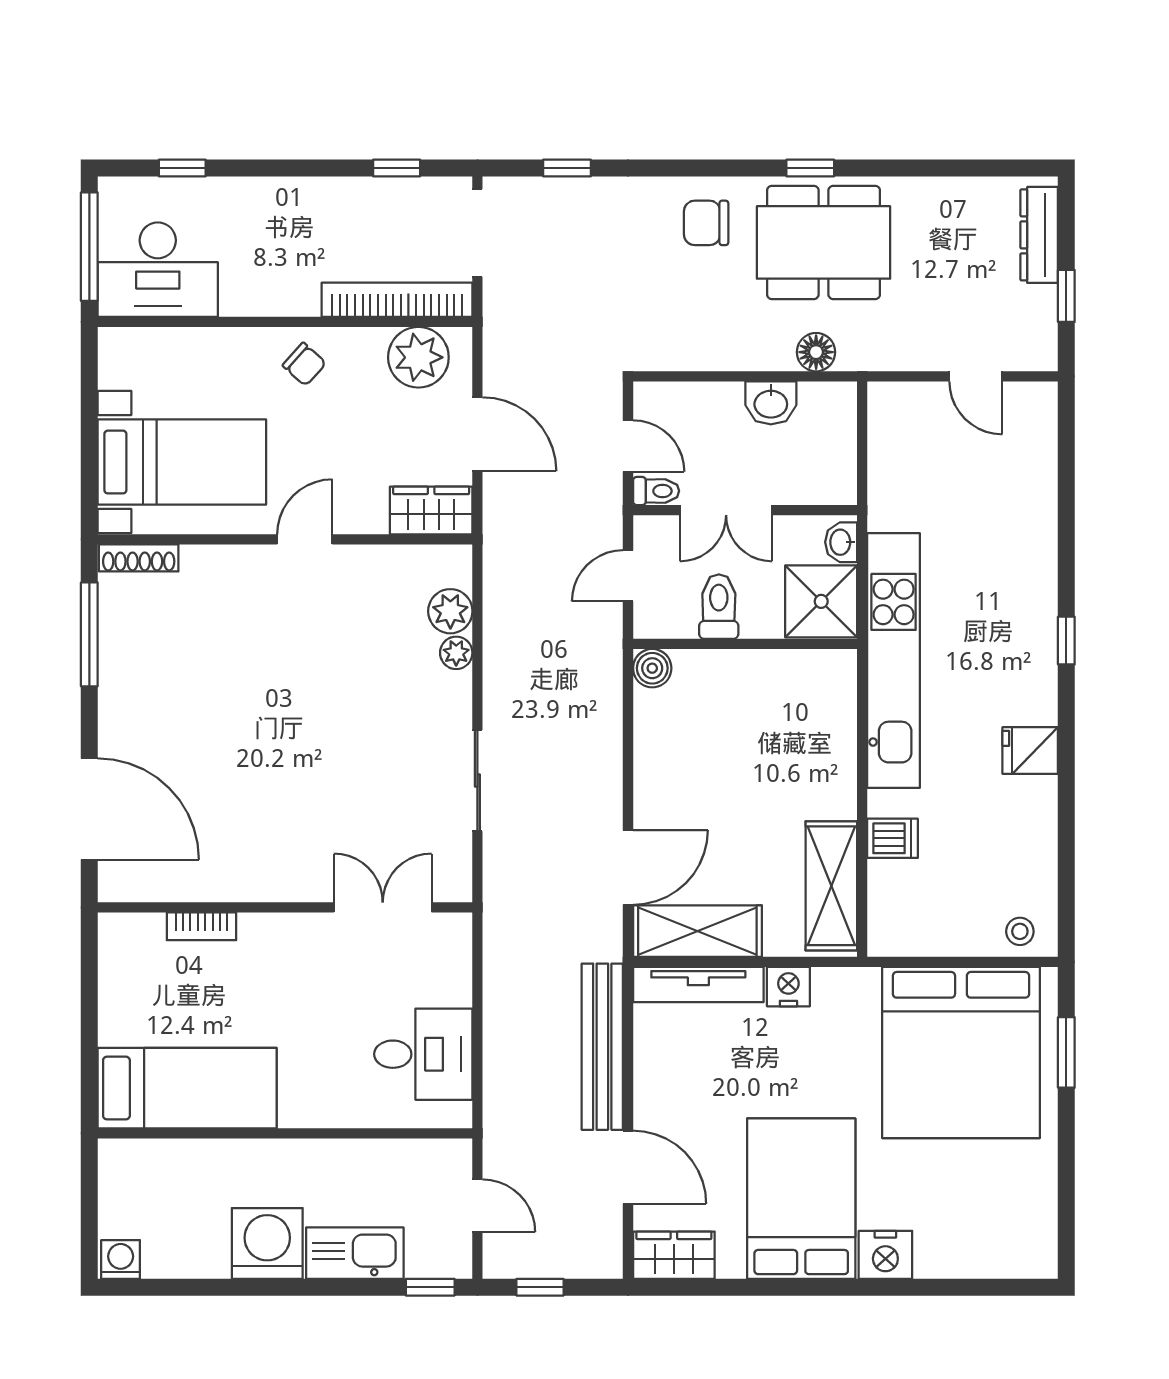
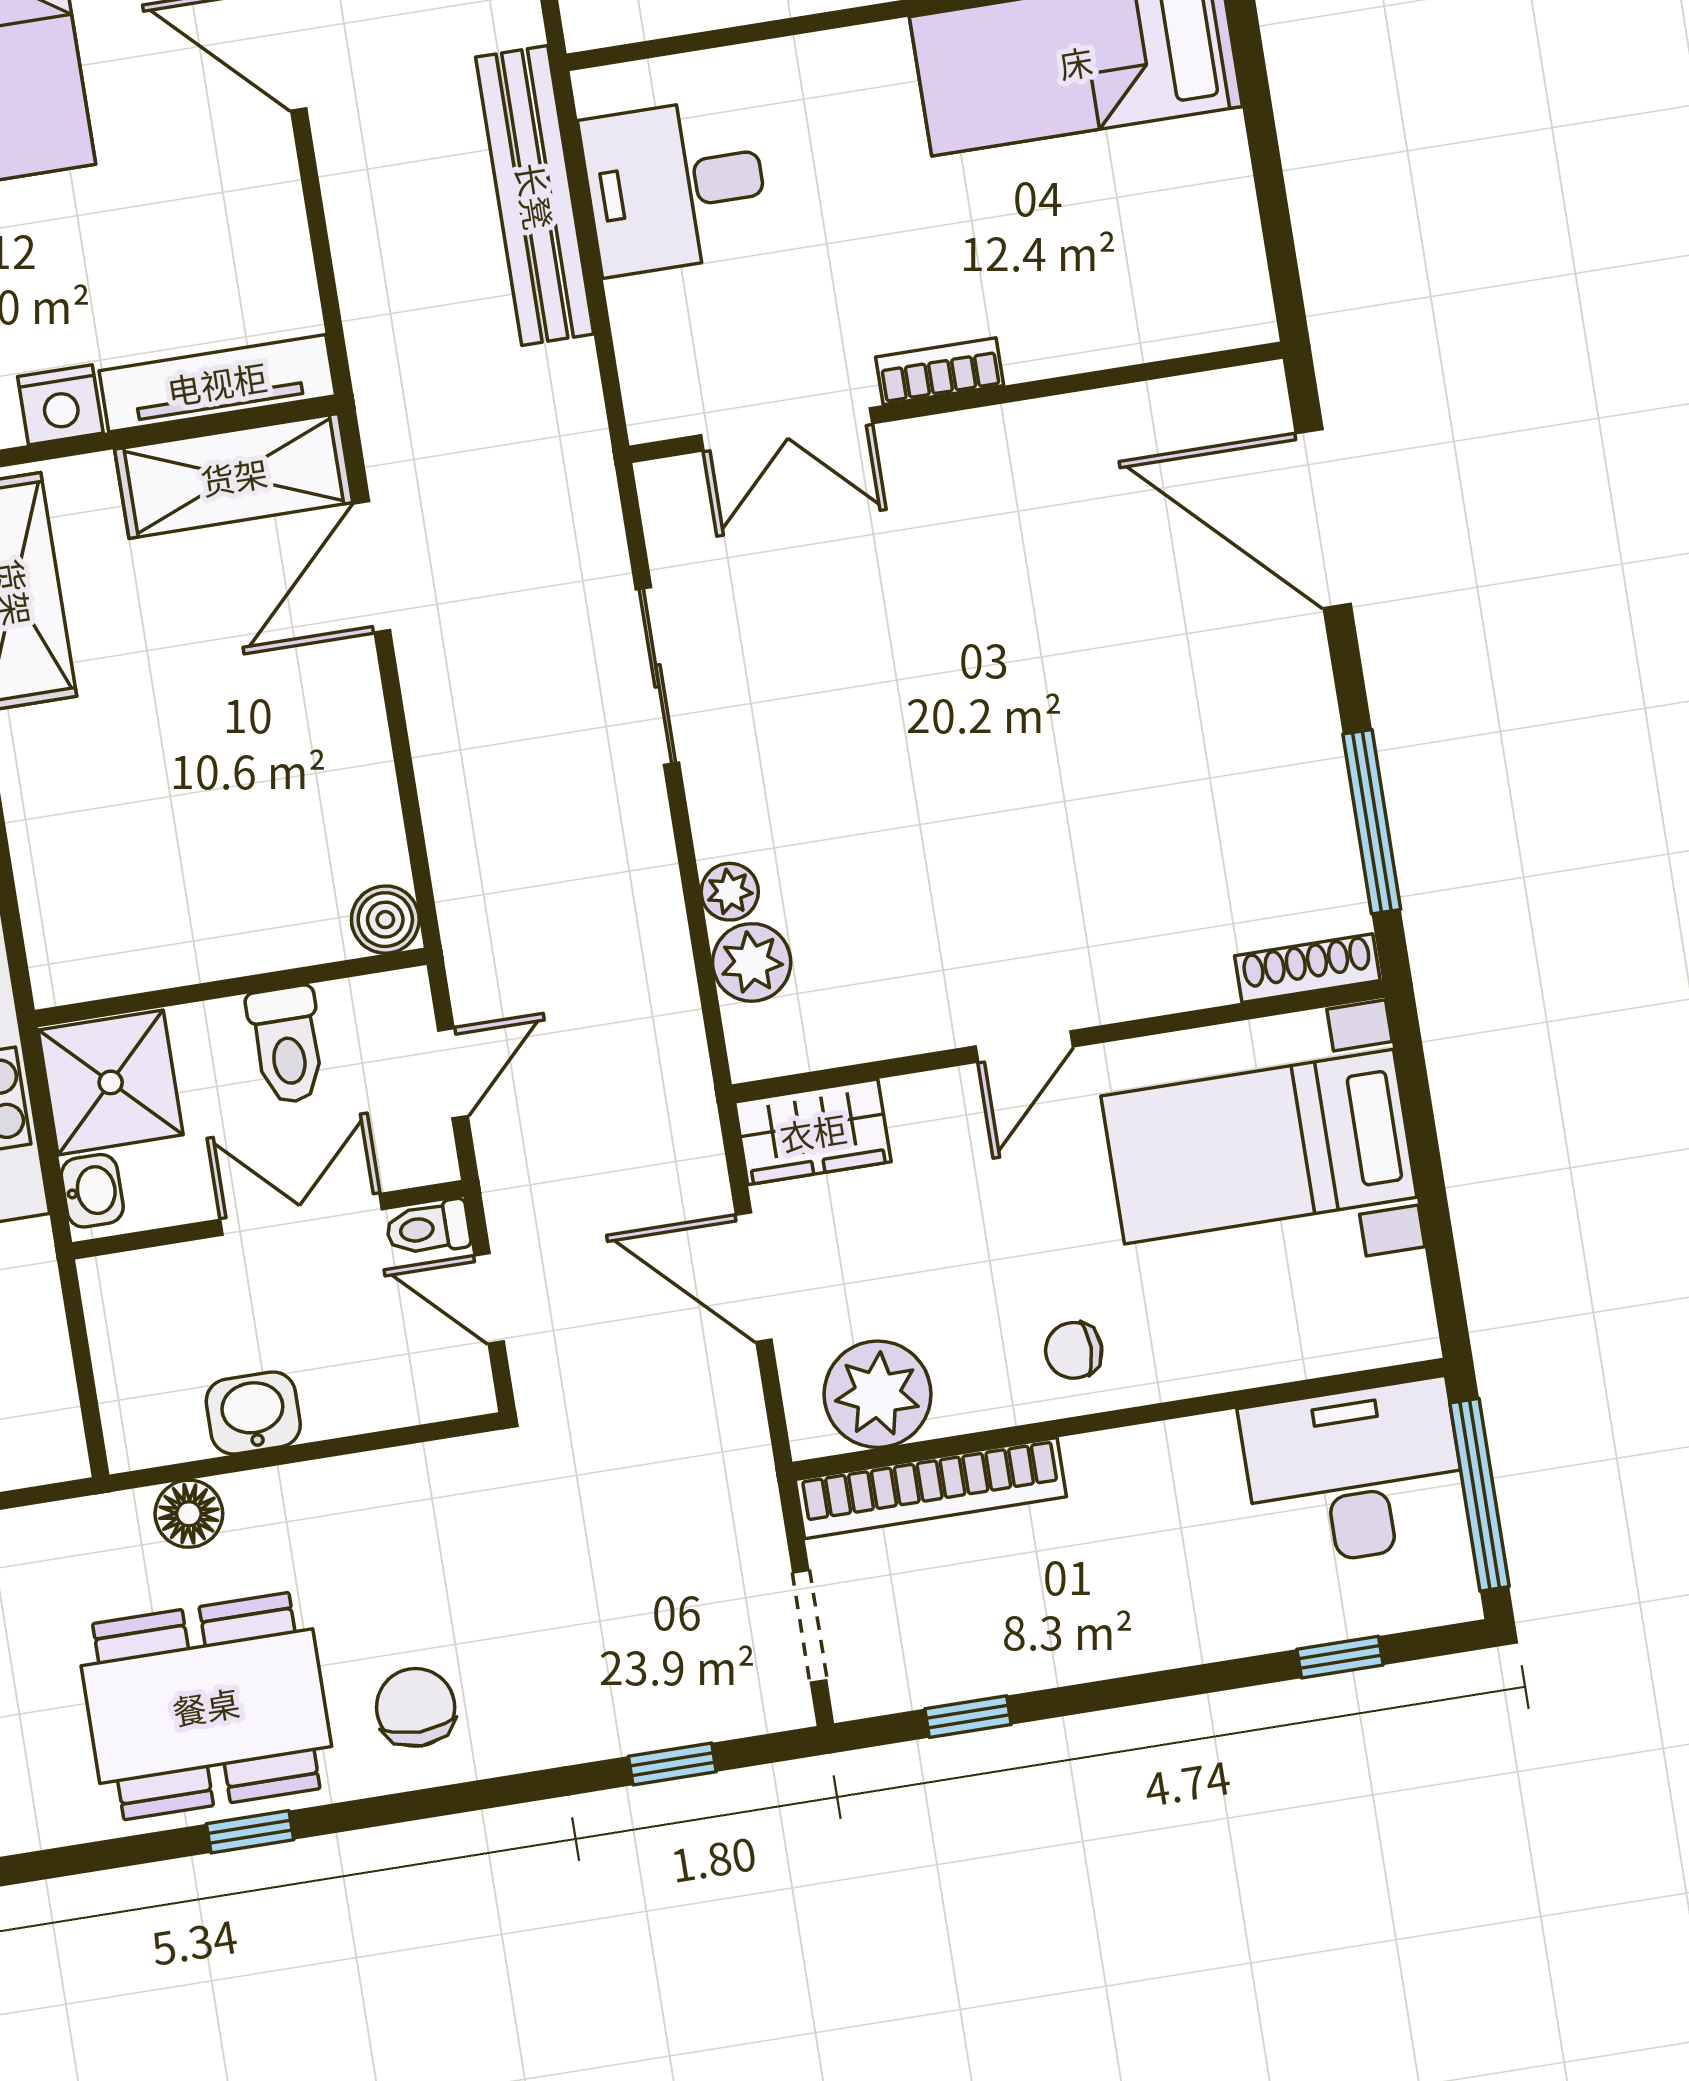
chair: (706, 223) -> (416, 1707), turned -90
doorway: (477, 233) -> (810, 1626), width x0.73
chair: (304, 364) -> (1074, 1350), turned -42
bookcase: (201, 926) -> (940, 371), moved
bench: (602, 1047) -> (535, 196), moved

